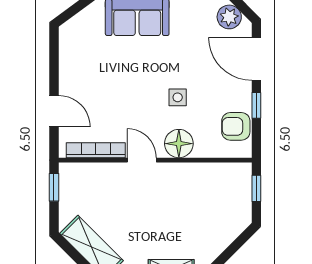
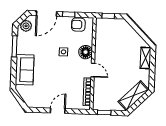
door: (54, 111) -> (58, 111), moved
armchair: (236, 126) -> (78, 25), turned 90
door: (142, 160) -> (93, 70), swing flipped

